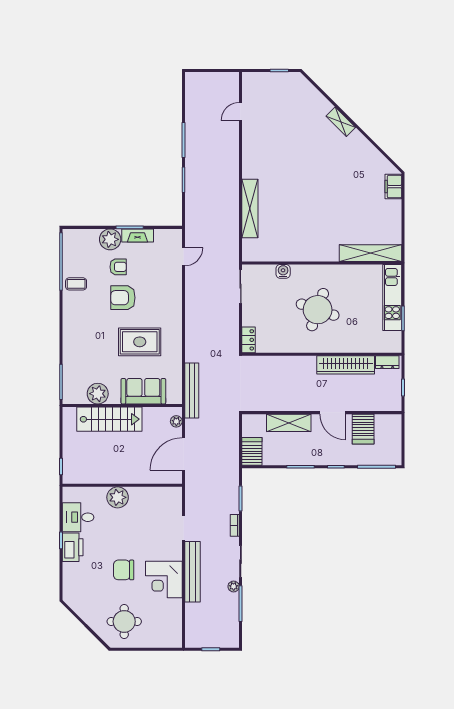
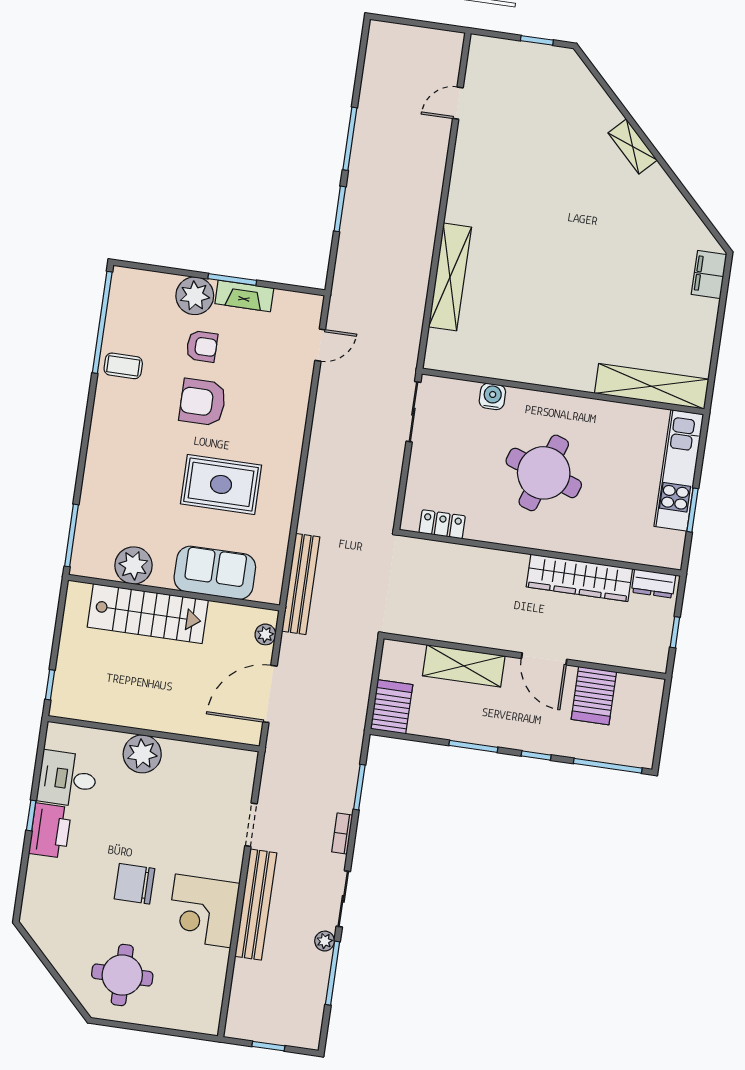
locker: (248, 340) -> (442, 524), moved, turned -90

